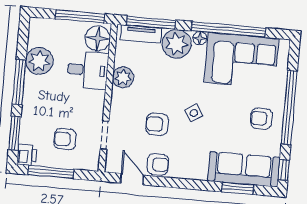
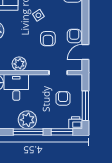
plant: (39, 61) -> (27, 120), moved
armchair: (65, 139) -> (63, 98), turned 180

